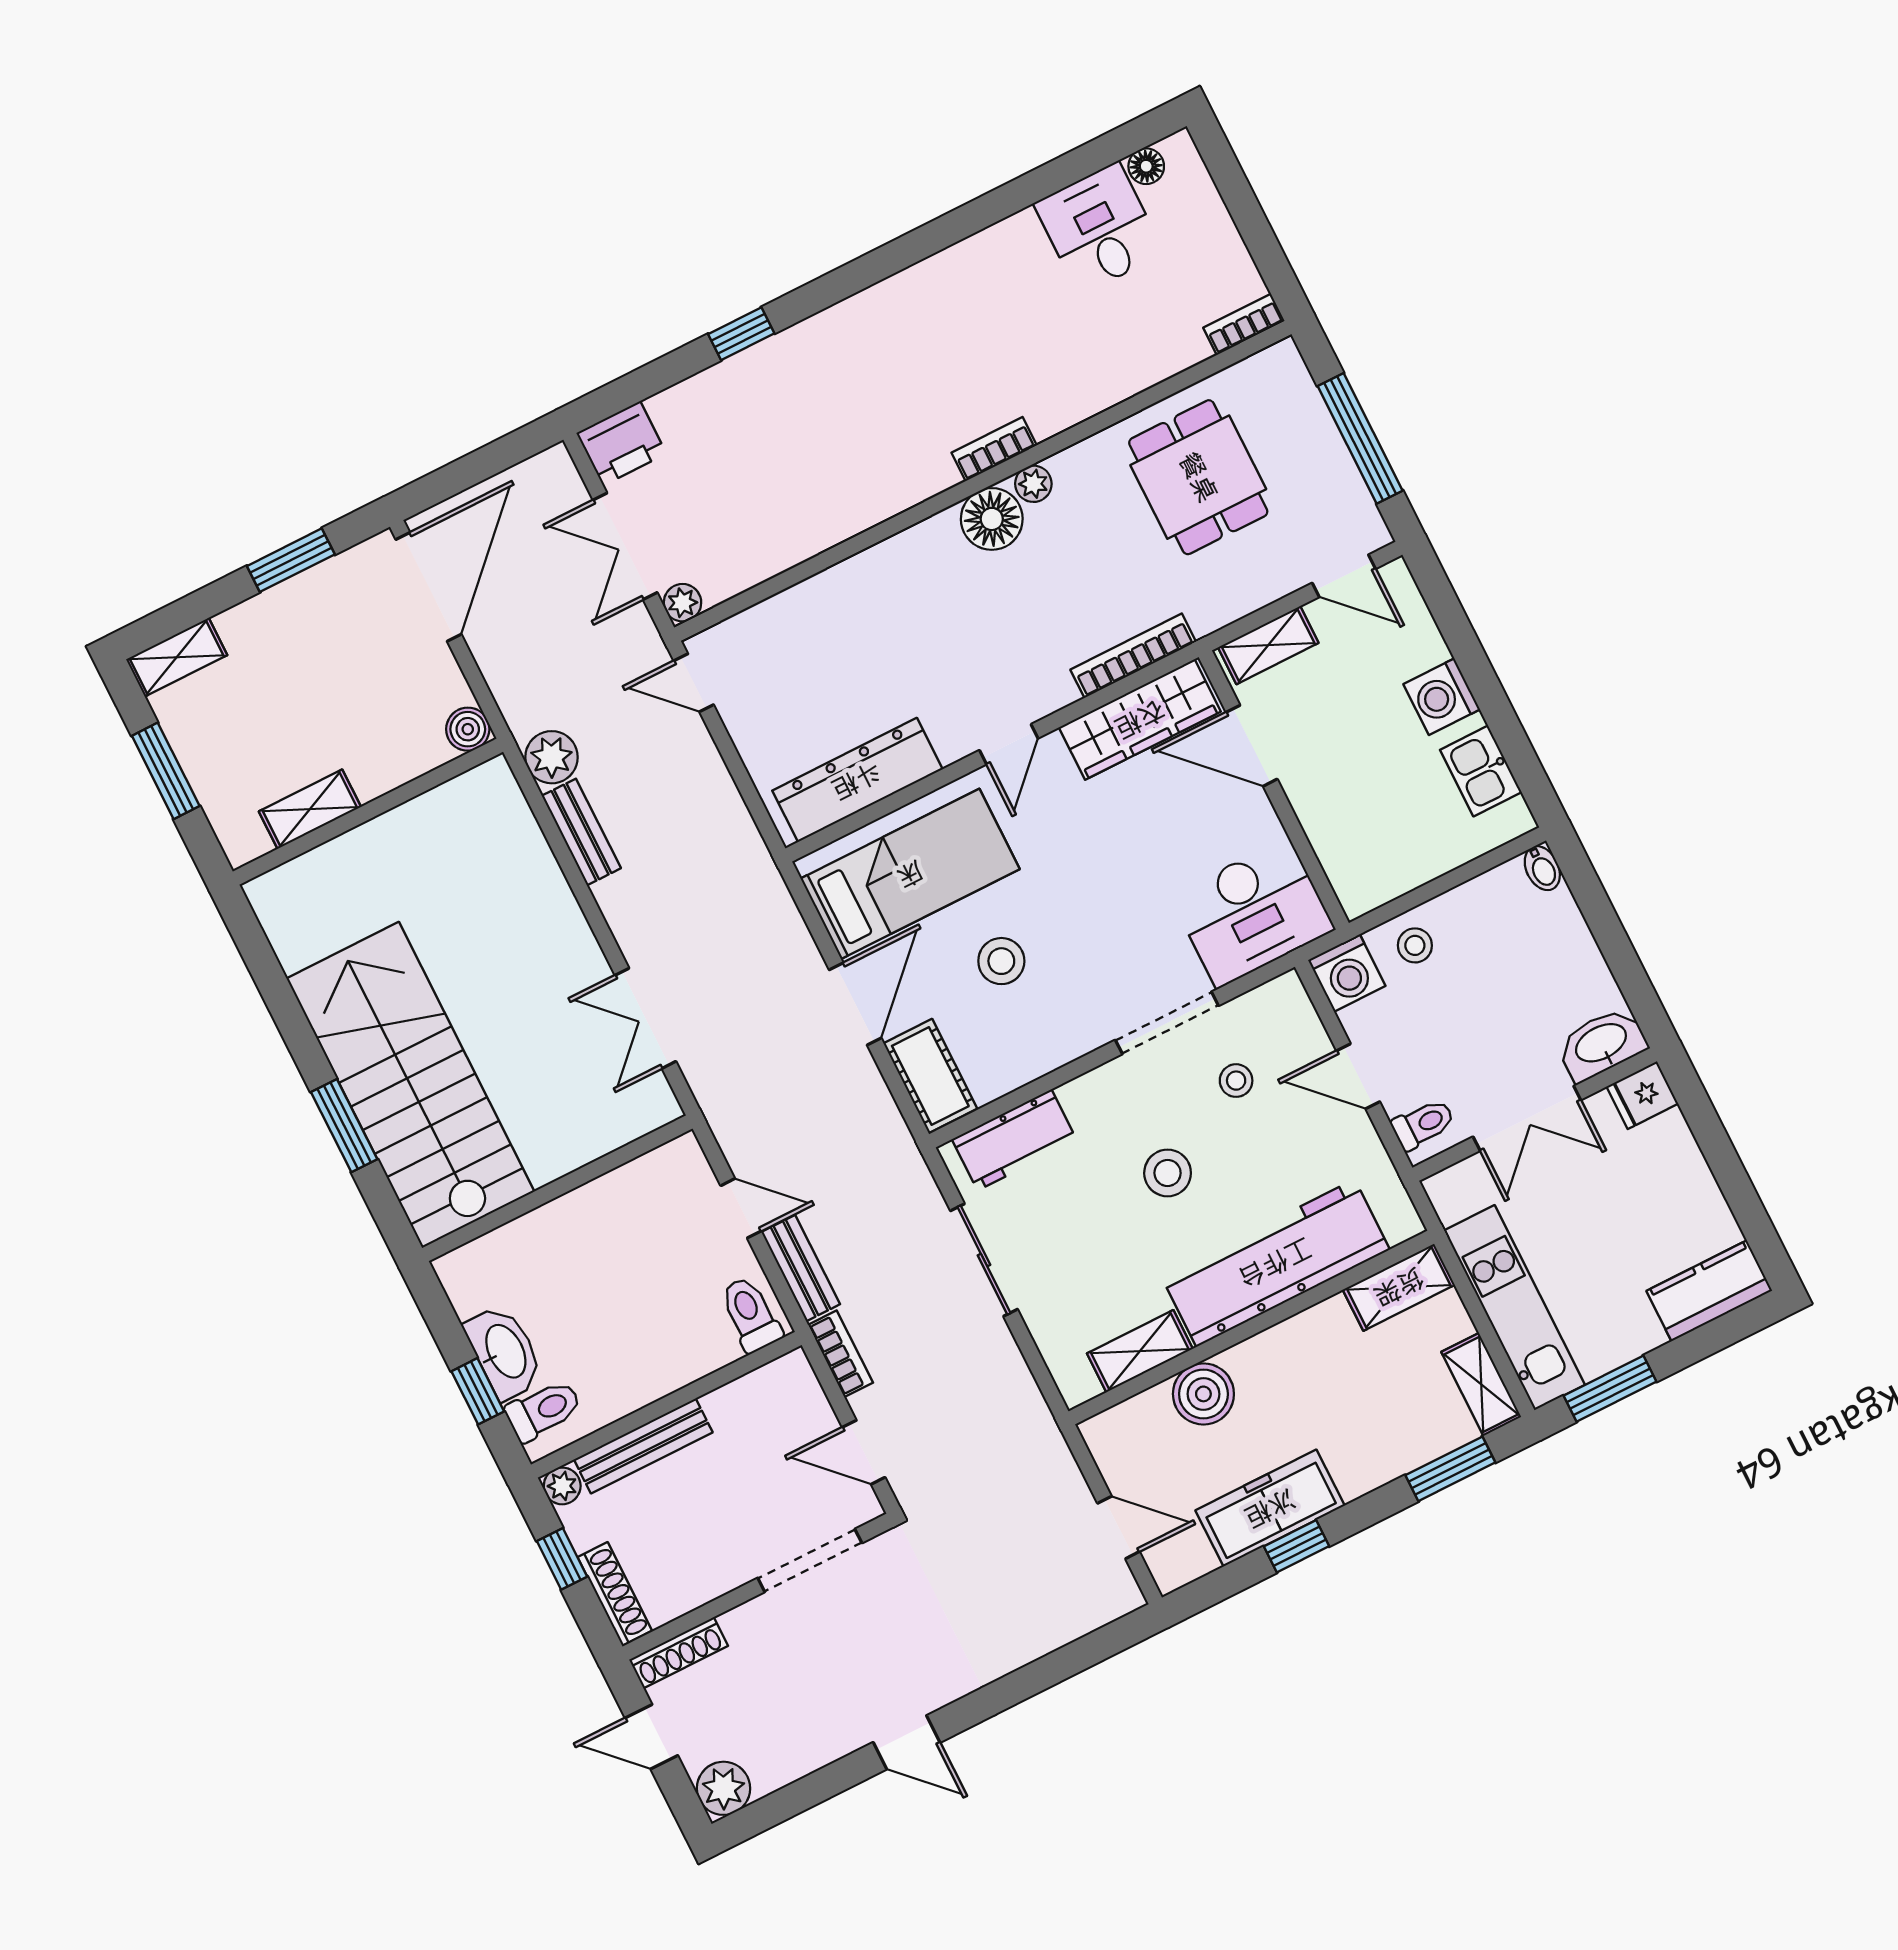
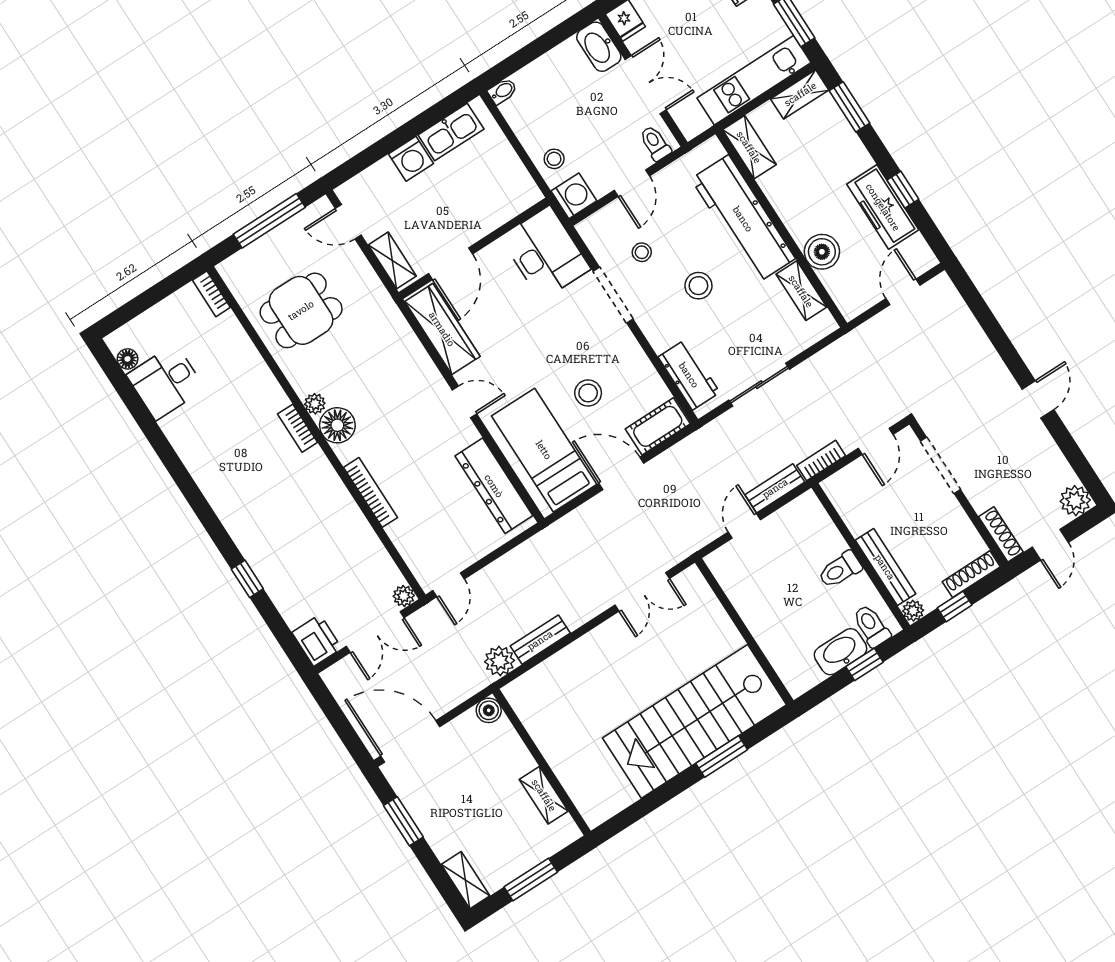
door: (1344, 576) -> (348, 222), swing flipped
bookcase: (1133, 656) -> (371, 492), moved, turned 180
kitchen sink: (1481, 771) -> (451, 132), width x1.38
toilet: (750, 1314) -> (840, 570), moved

